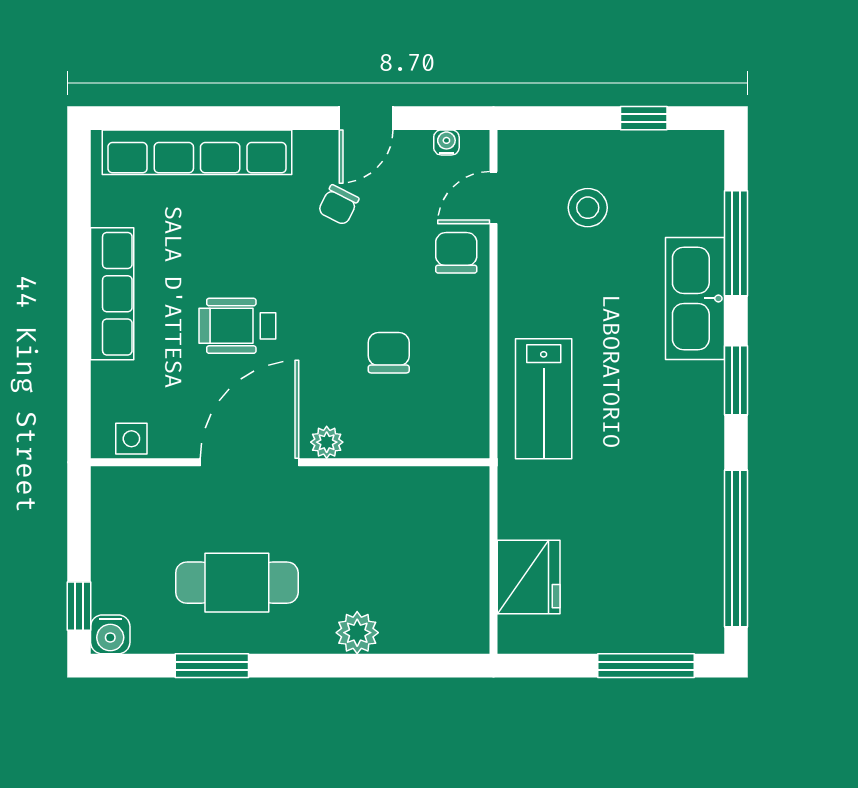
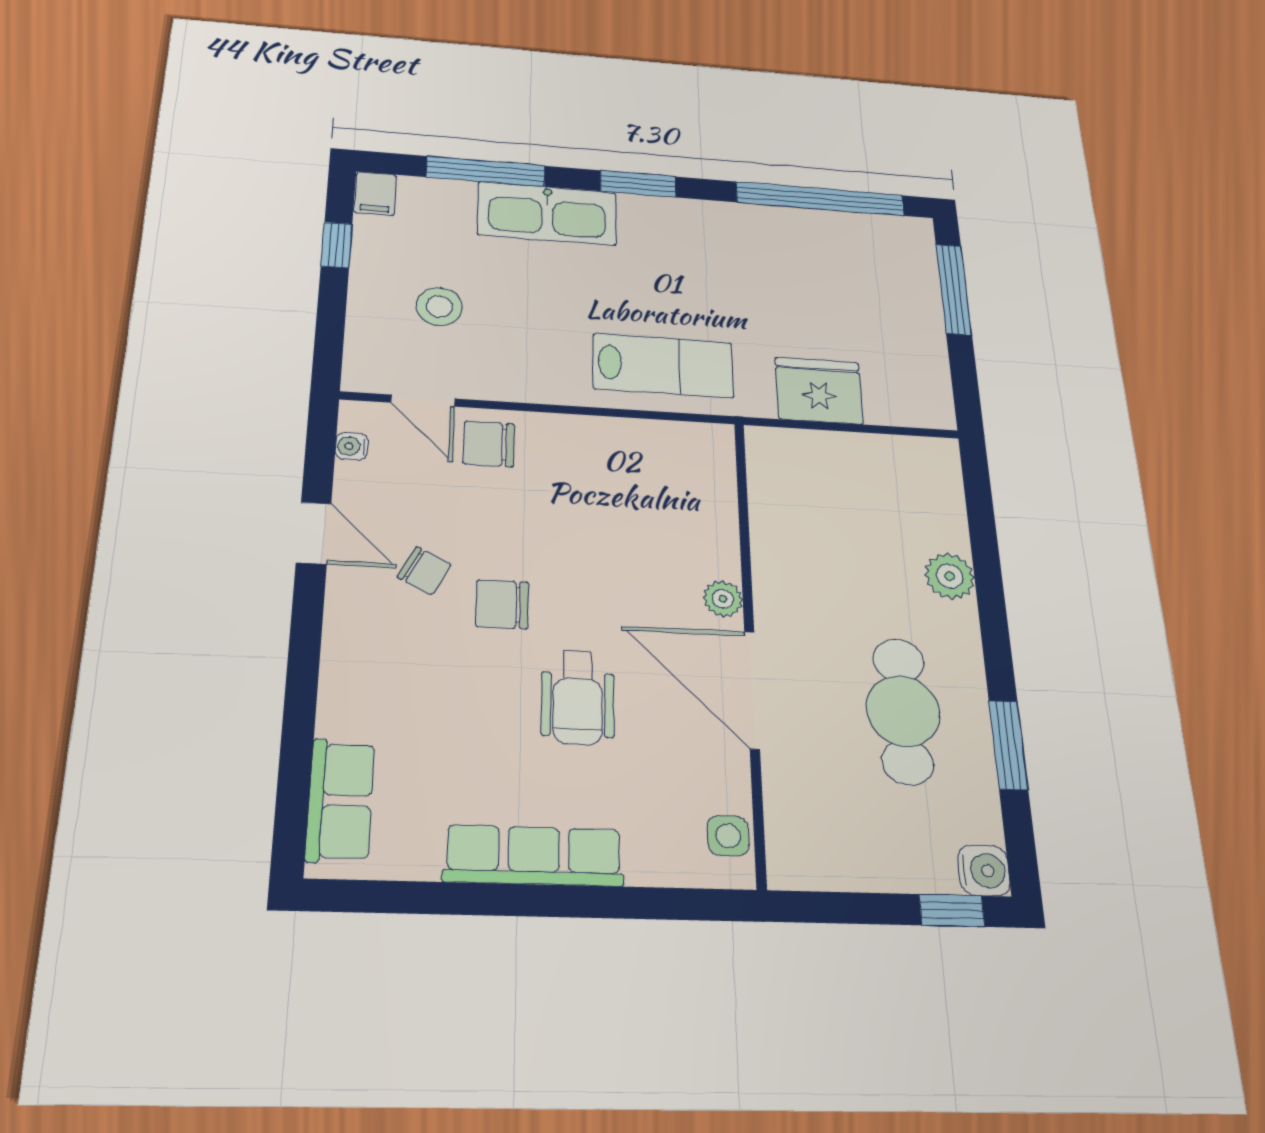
filing cabinet: (702, 148) -> (375, 194), added
row of seats: (197, 152) -> (340, 800), width x0.50
chair: (389, 353) -> (502, 604), moved
fridge: (529, 577) -> (819, 391), moved

